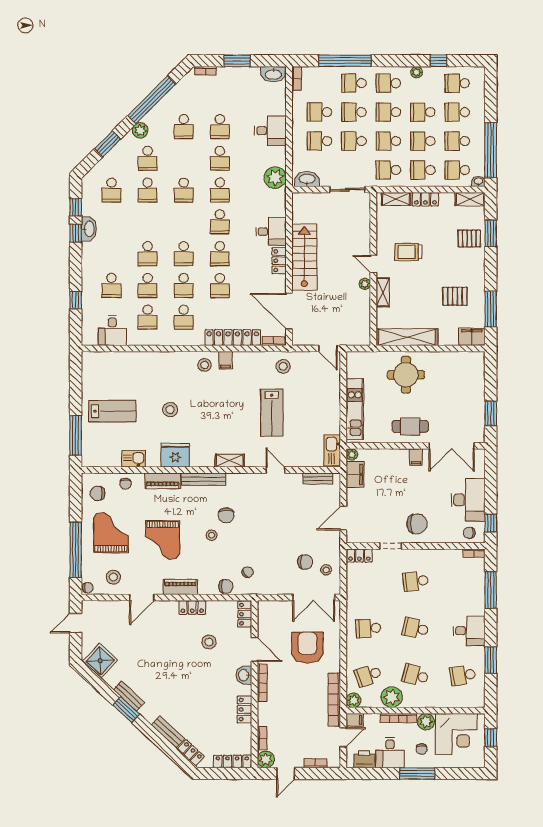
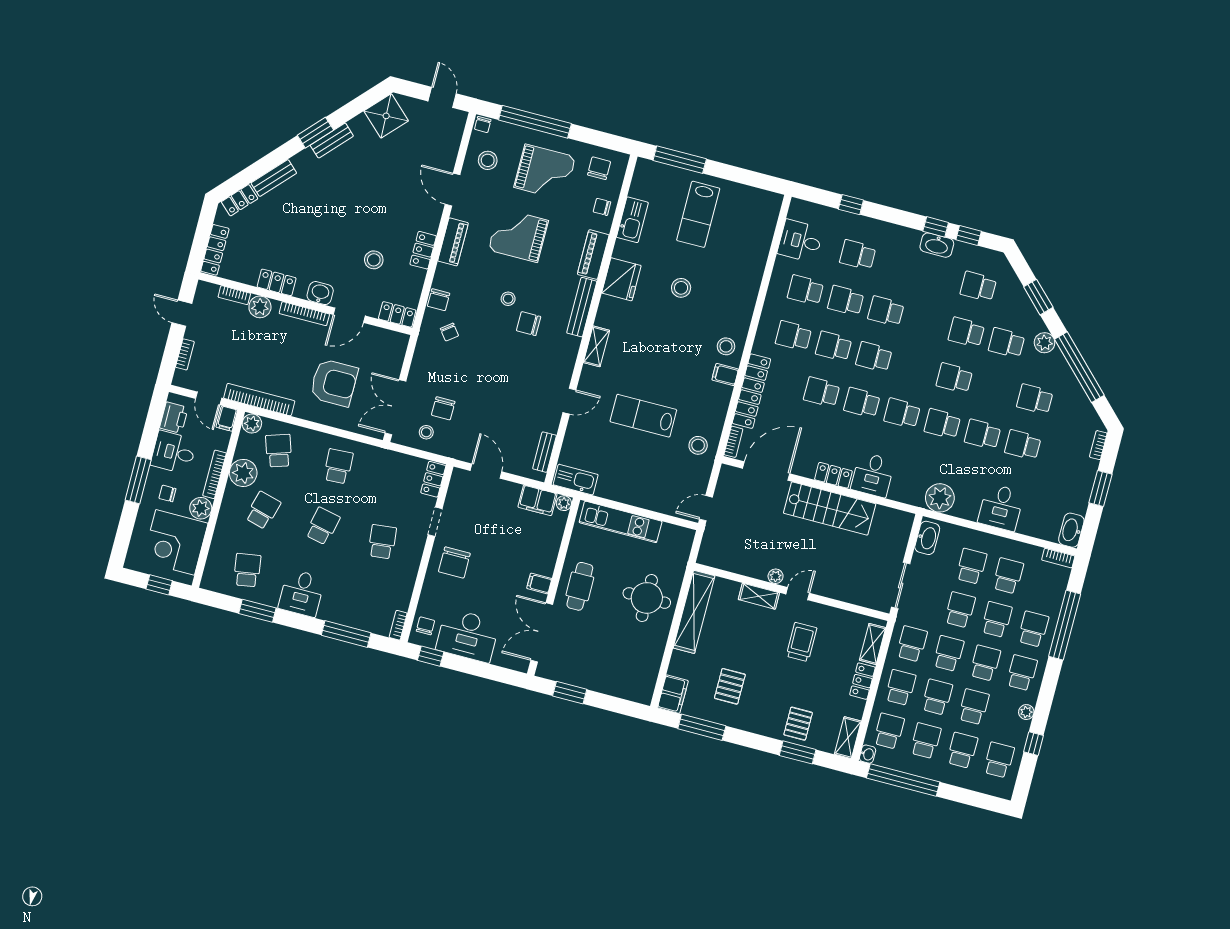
kitchen sink: (134, 459) -> (632, 220), width x1.38
plant: (266, 759) -> (260, 307), moved

